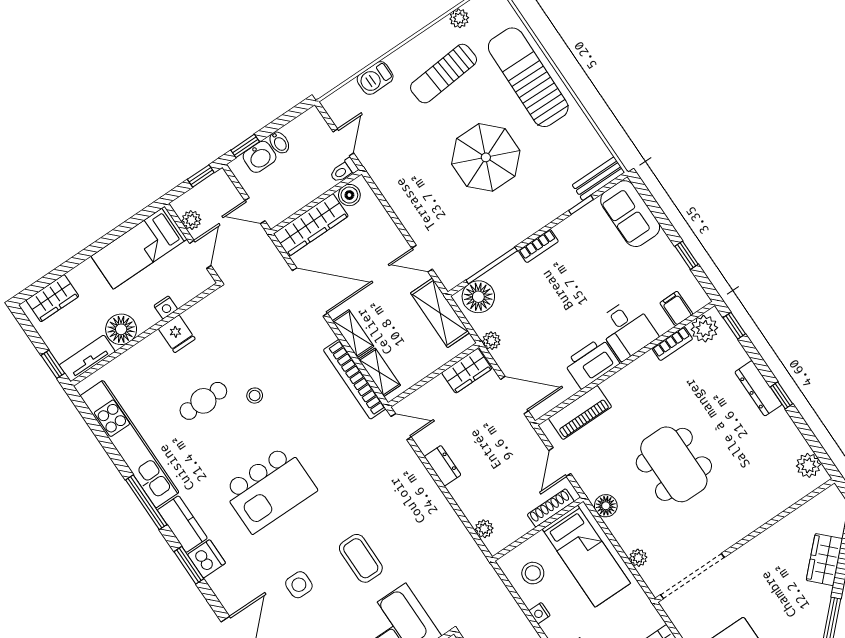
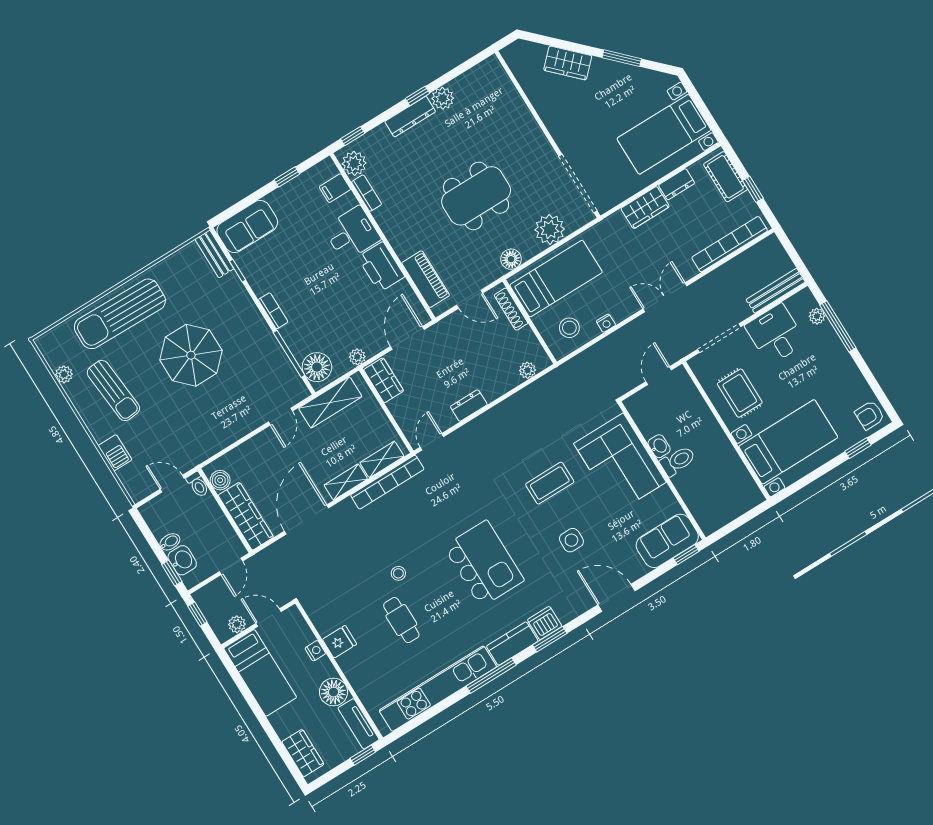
plant: (808, 465) -> (443, 98), moved
plant: (638, 558) -> (550, 229), width x1.88, depth x1.88

